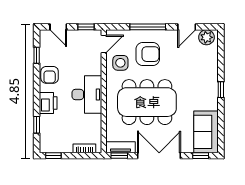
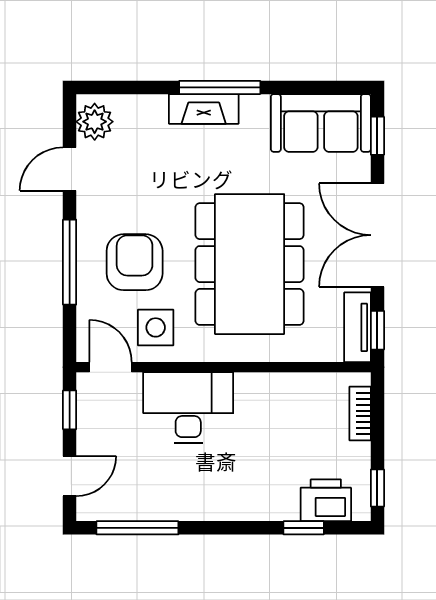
door: (187, 27) -> (70, 169), swing flipped
window: (37, 55) -> (137, 528), width x2.17
armchair: (50, 75) -> (184, 497), removed
fireplace: (212, 83) -> (204, 109), added
window: (221, 90) -> (220, 87), width x2.17
desk: (87, 94) -> (188, 407), moved
printer: (48, 103) -> (326, 500), moved

